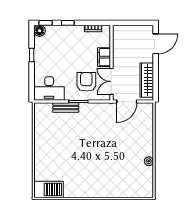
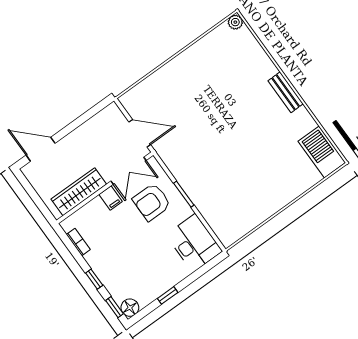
filing cabinet: (104, 57) -> (111, 198), width x0.50
wardrobe: (147, 80) -> (79, 192), moved, turned 180
bench: (66, 107) -> (286, 92), moved
plant: (149, 161) -> (235, 22), moved

